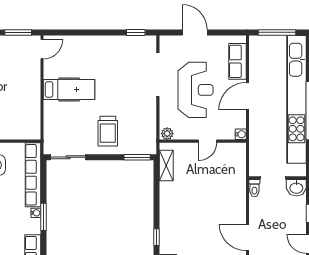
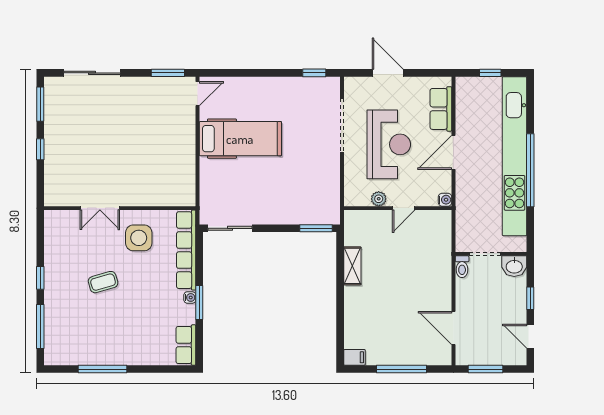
window: (277, 32) -> (490, 73), width x0.46
hospital bed: (69, 90) -> (240, 139), width x1.37, depth x1.29
trolley: (108, 131) -> (279, 196), removed
plant: (167, 134) -> (379, 199), moved
shelving: (166, 165) -> (352, 266), moved
window: (156, 237) -> (340, 328), removed

